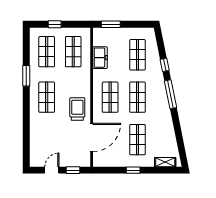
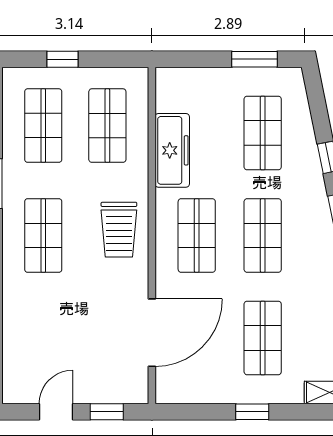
window: (111, 24) -> (254, 59), moved
freezer: (100, 58) -> (172, 150), width x1.40
trolley: (77, 109) -> (119, 230), moved, turned 180

